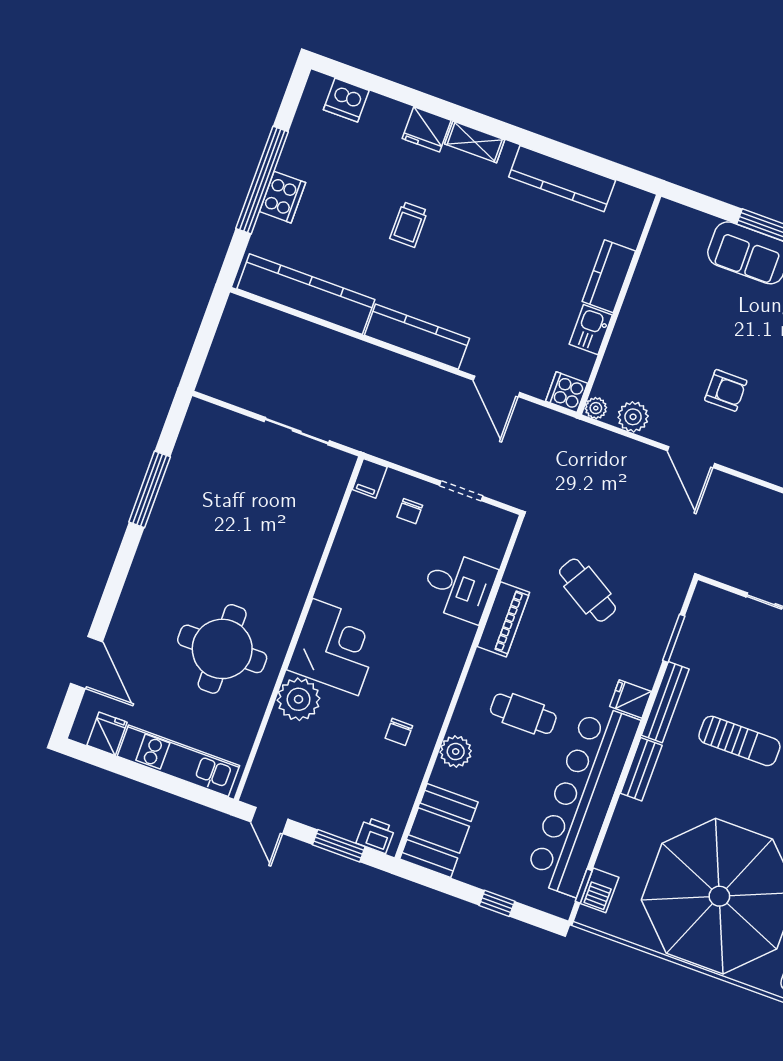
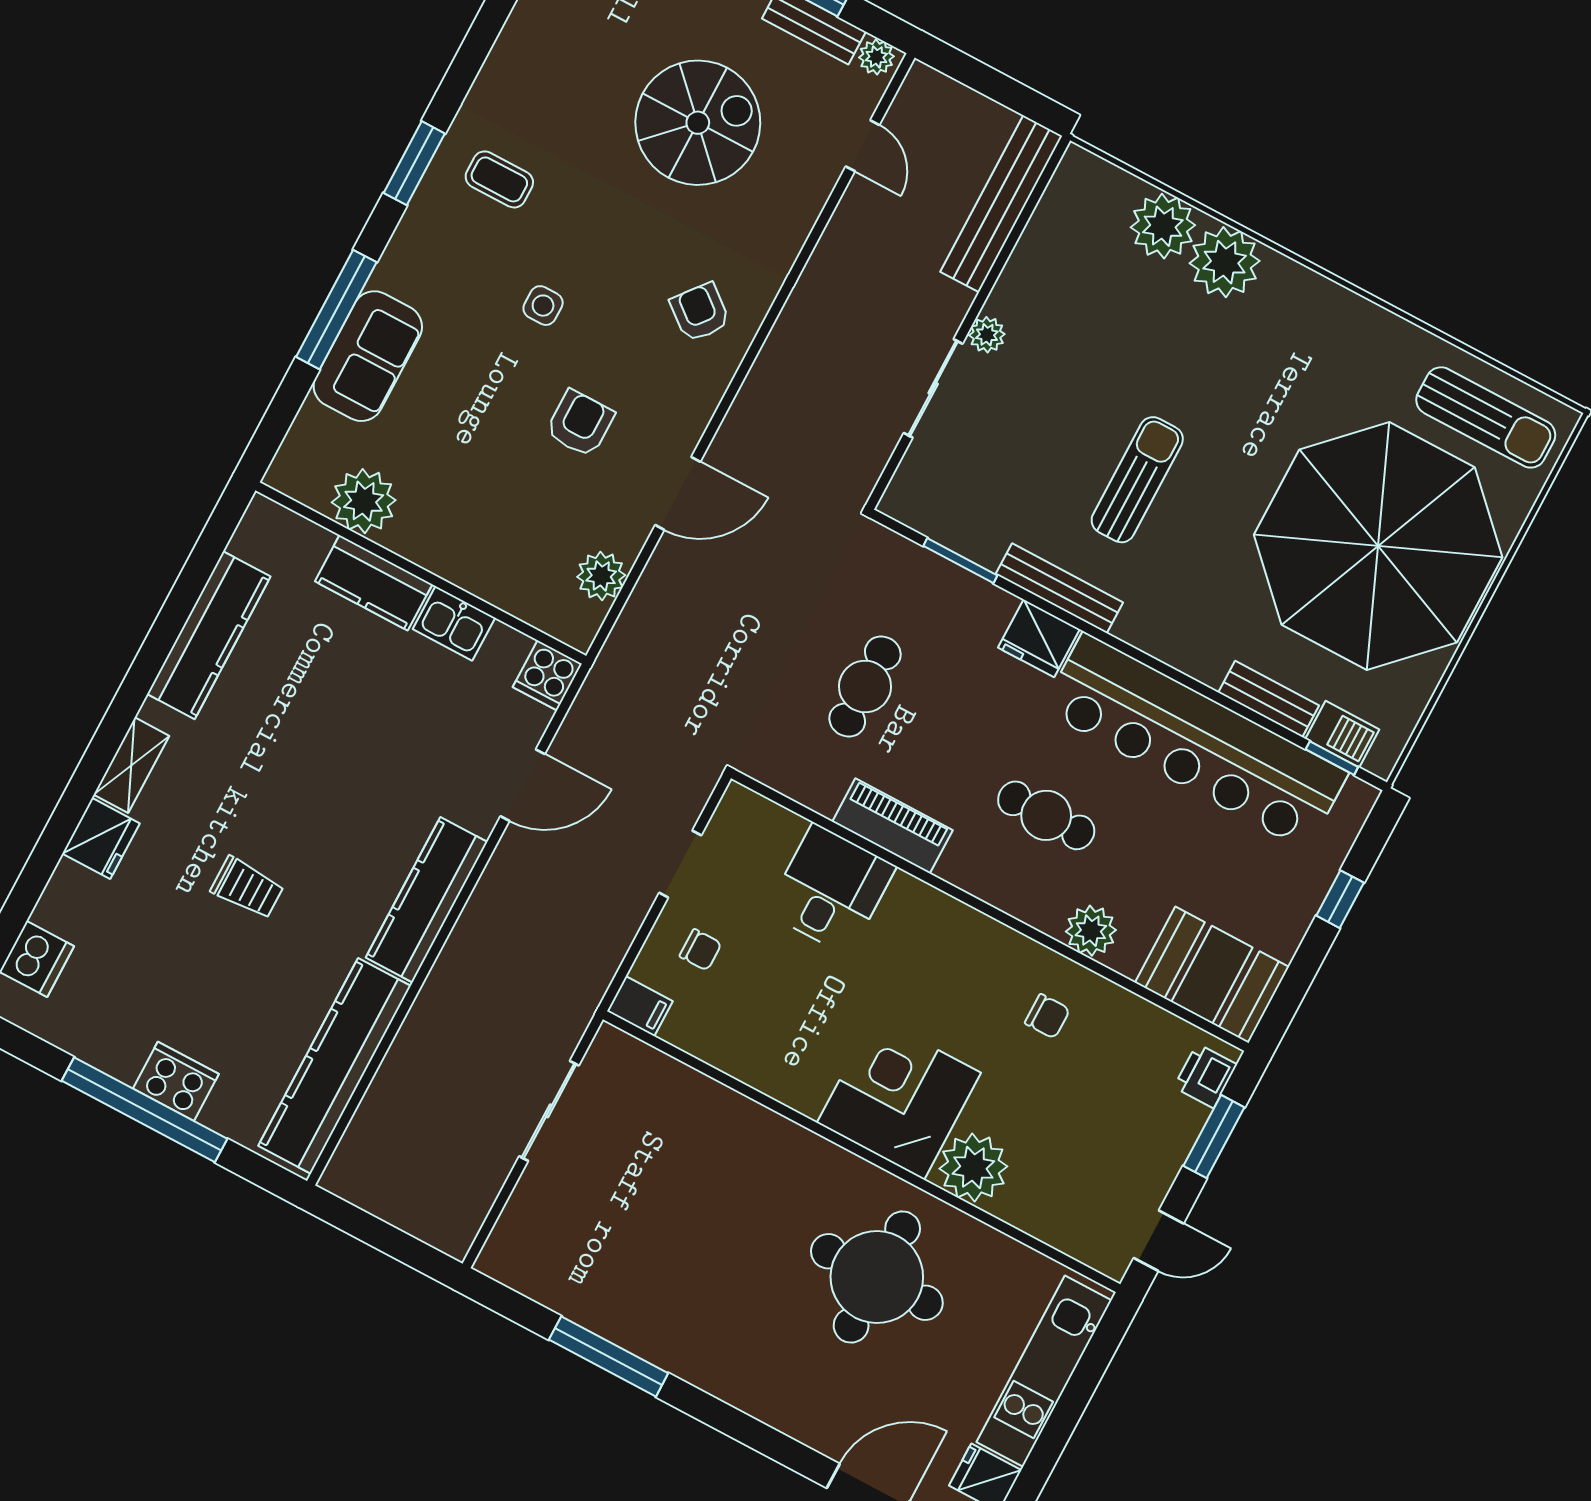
plant: (596, 408) -> (364, 501), moved, width x1.88, depth x1.88
cafe table: (587, 590) -> (865, 686), turned -31
fridge: (631, 699) -> (1039, 638), width x1.38
cafe table: (523, 714) -> (1046, 815), turned 90
bench: (641, 769) -> (1269, 699), moved

